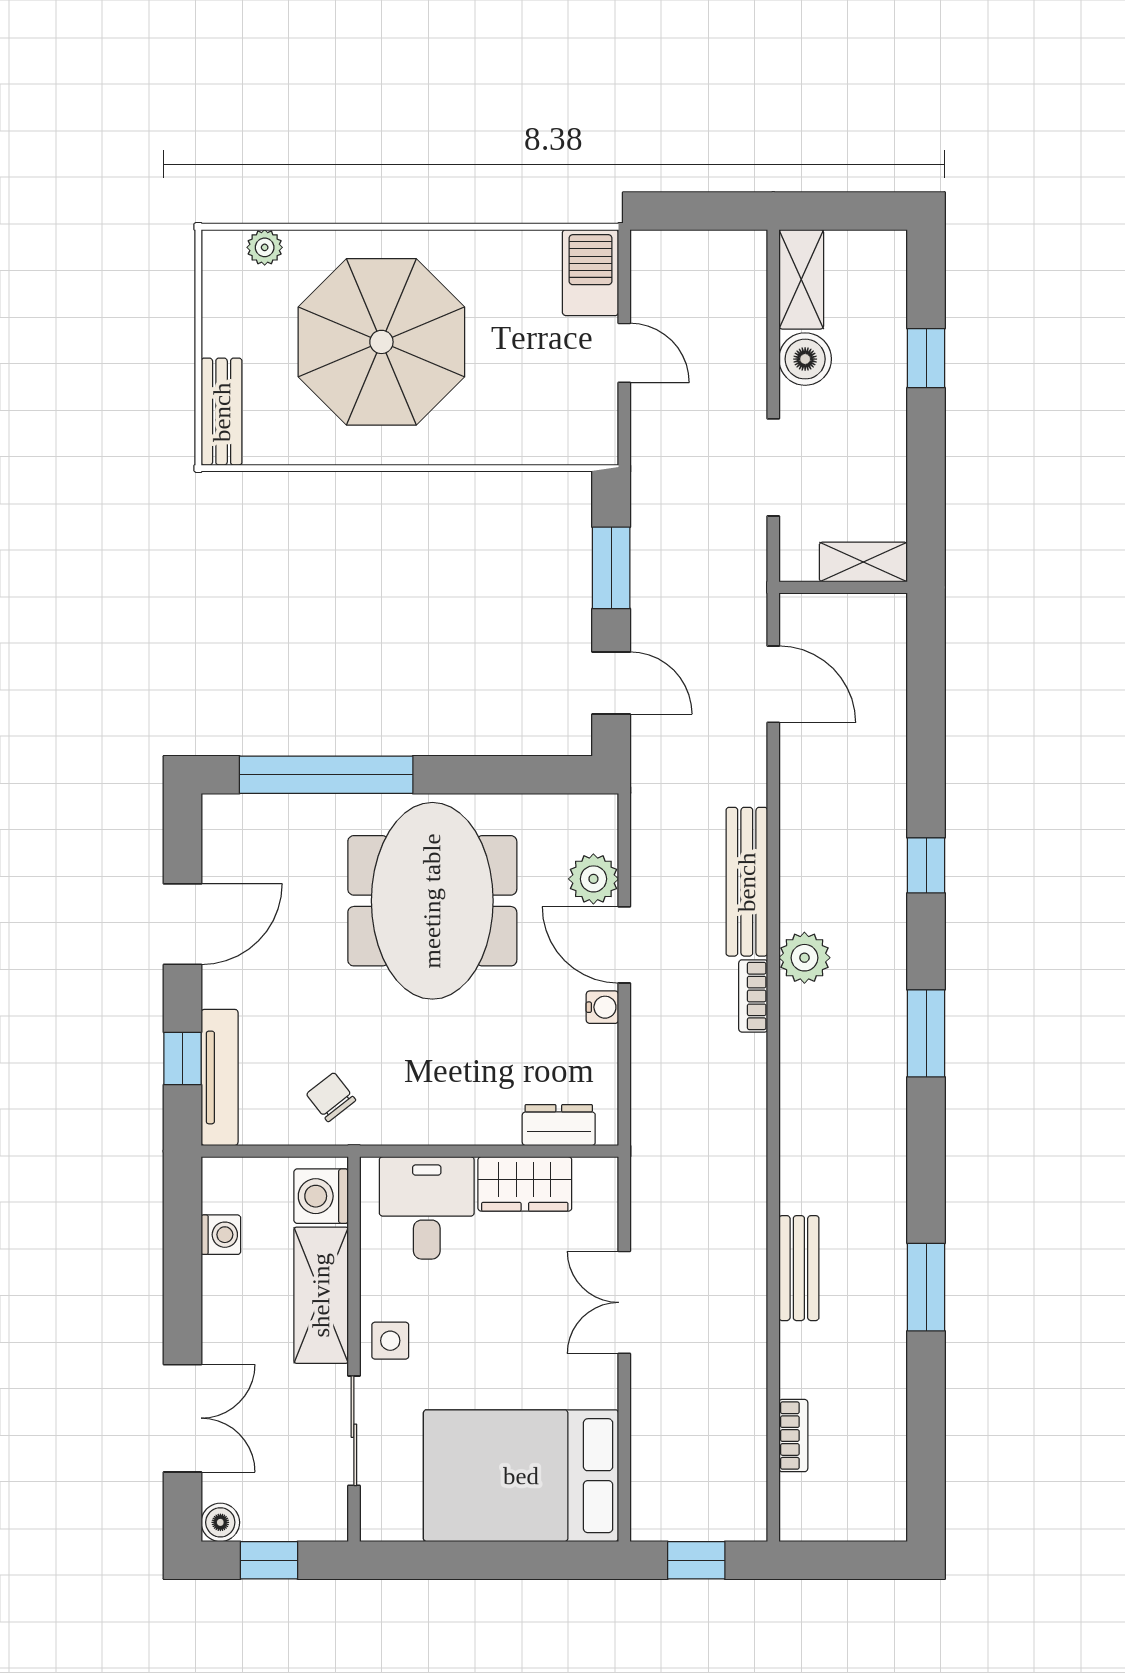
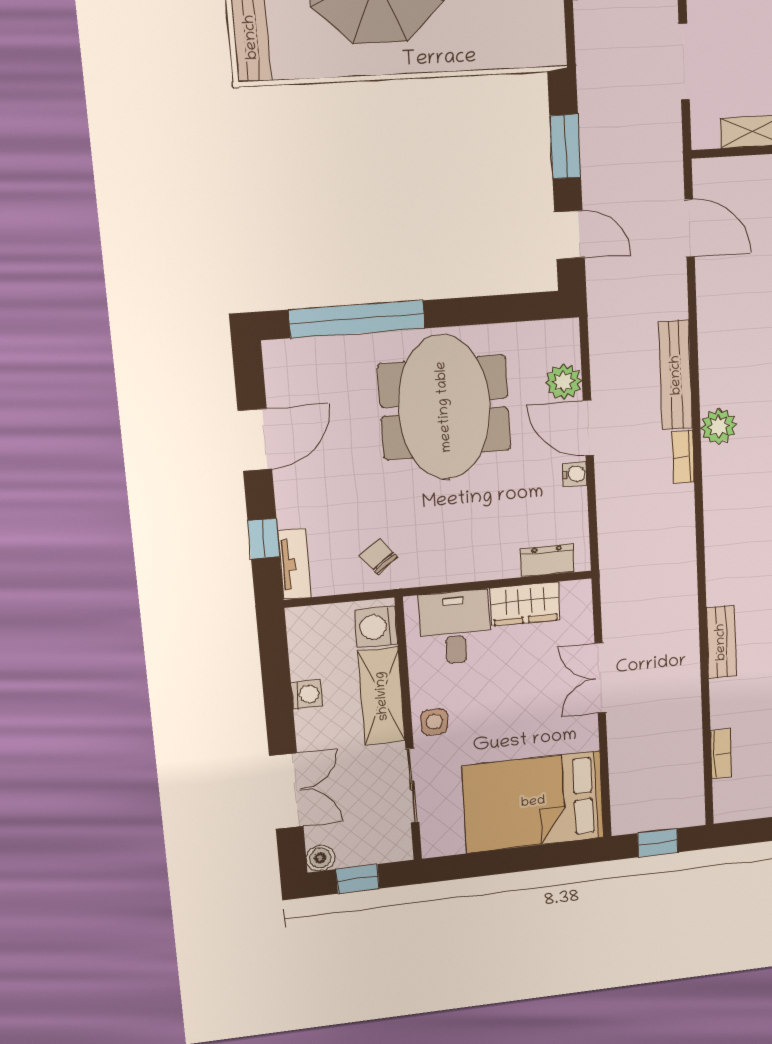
tv unit: (220, 1077) -> (294, 564), width x0.71
washing machine: (221, 1235) -> (307, 694), moved

